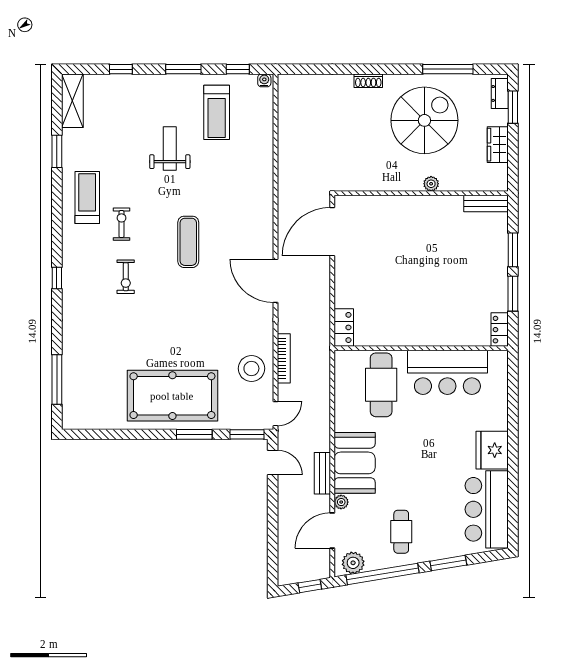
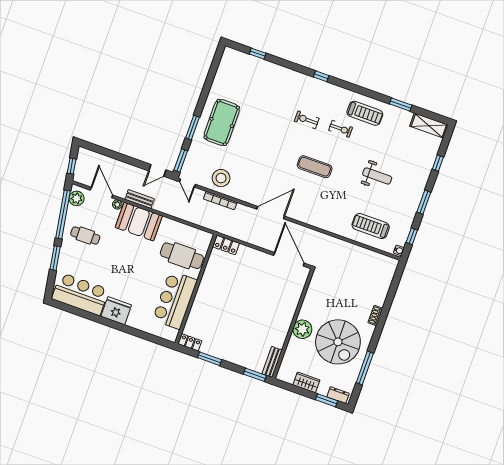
treadmill: (217, 112) -> (371, 226), moved
plant: (431, 184) -> (302, 329), width x1.88, depth x1.88
window: (513, 250) -> (255, 375), moved
window: (57, 379) -> (258, 54), width x0.46
pool table: (172, 396) -> (222, 122), width x0.73, depth x0.76

